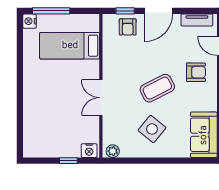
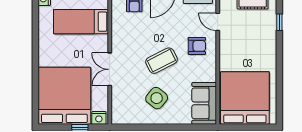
bed: (52, 126) -> (64, 96), added
plant: (113, 151) -> (121, 118), removed

